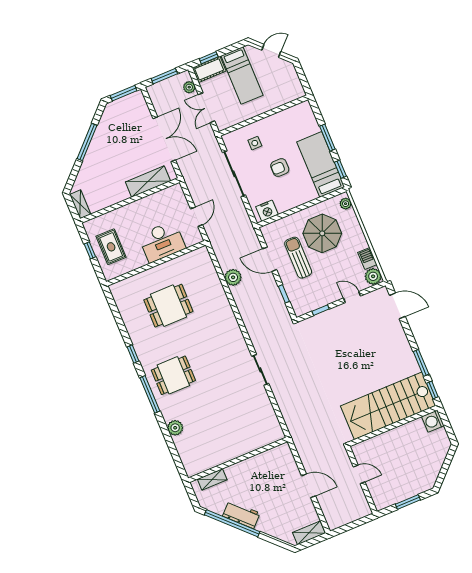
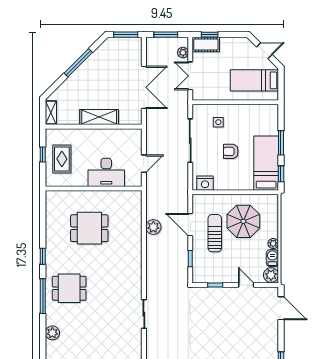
bed: (242, 76) -> (254, 80), moved, turned 90
shelving: (148, 181) -> (99, 117), moved
plant: (346, 204) -> (273, 243), moved

